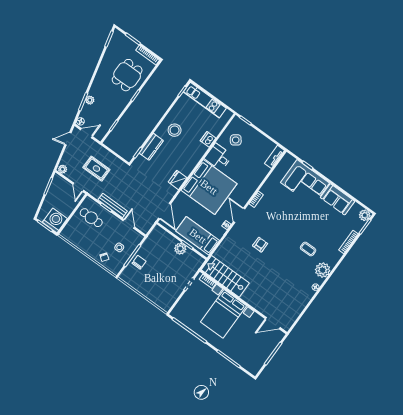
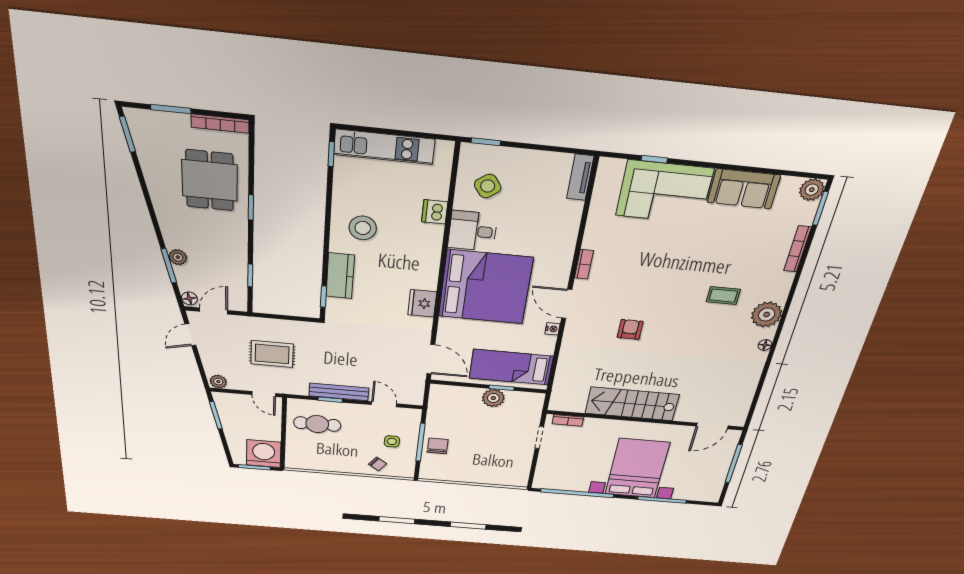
stairs: (225, 276) -> (632, 404), moved
bed with nightstands: (224, 314) -> (637, 468), moved, turned 180

